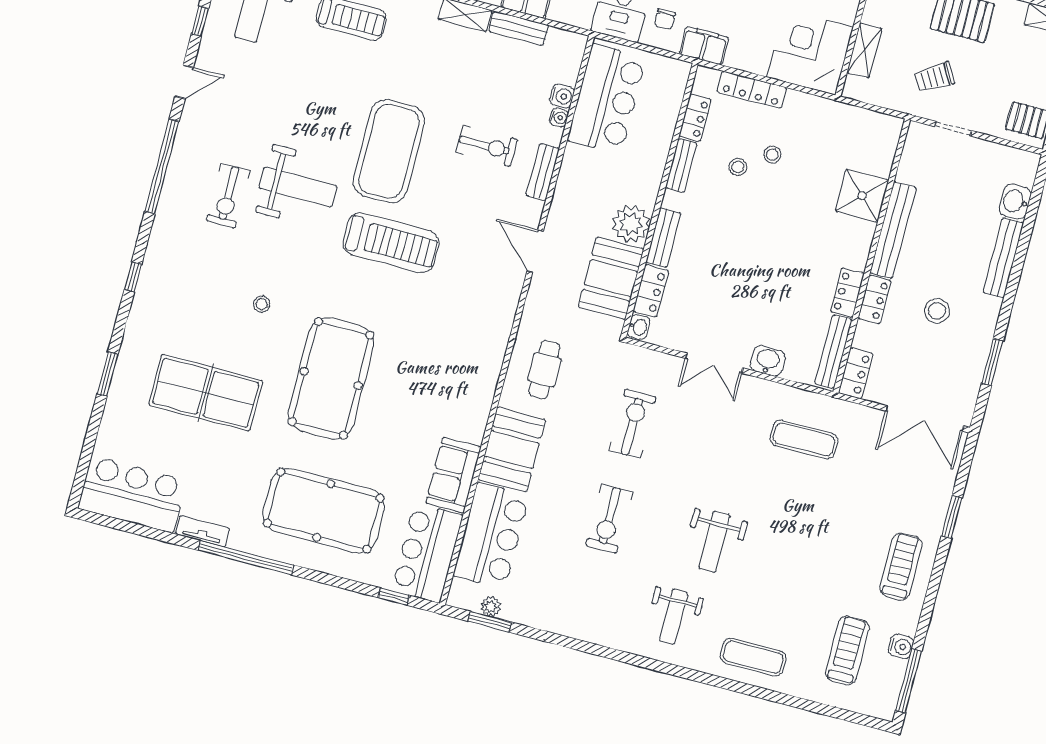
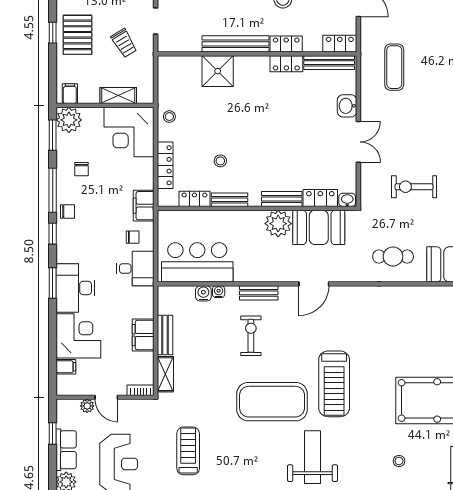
stool: (772, 155) -> (169, 117), moved
treadmill: (391, 243) -> (334, 384), turned 180

